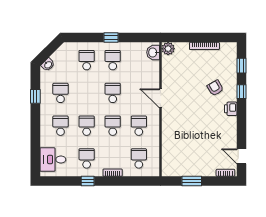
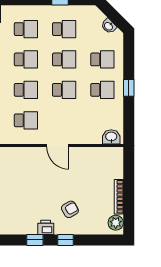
plant: (168, 49) -> (116, 223), moved
washbasin: (48, 65) -> (109, 26), moved
window: (242, 66) -> (35, 240), moved
school desk: (87, 93) -> (64, 59), added
door: (160, 98) -> (58, 145), swing flipped

